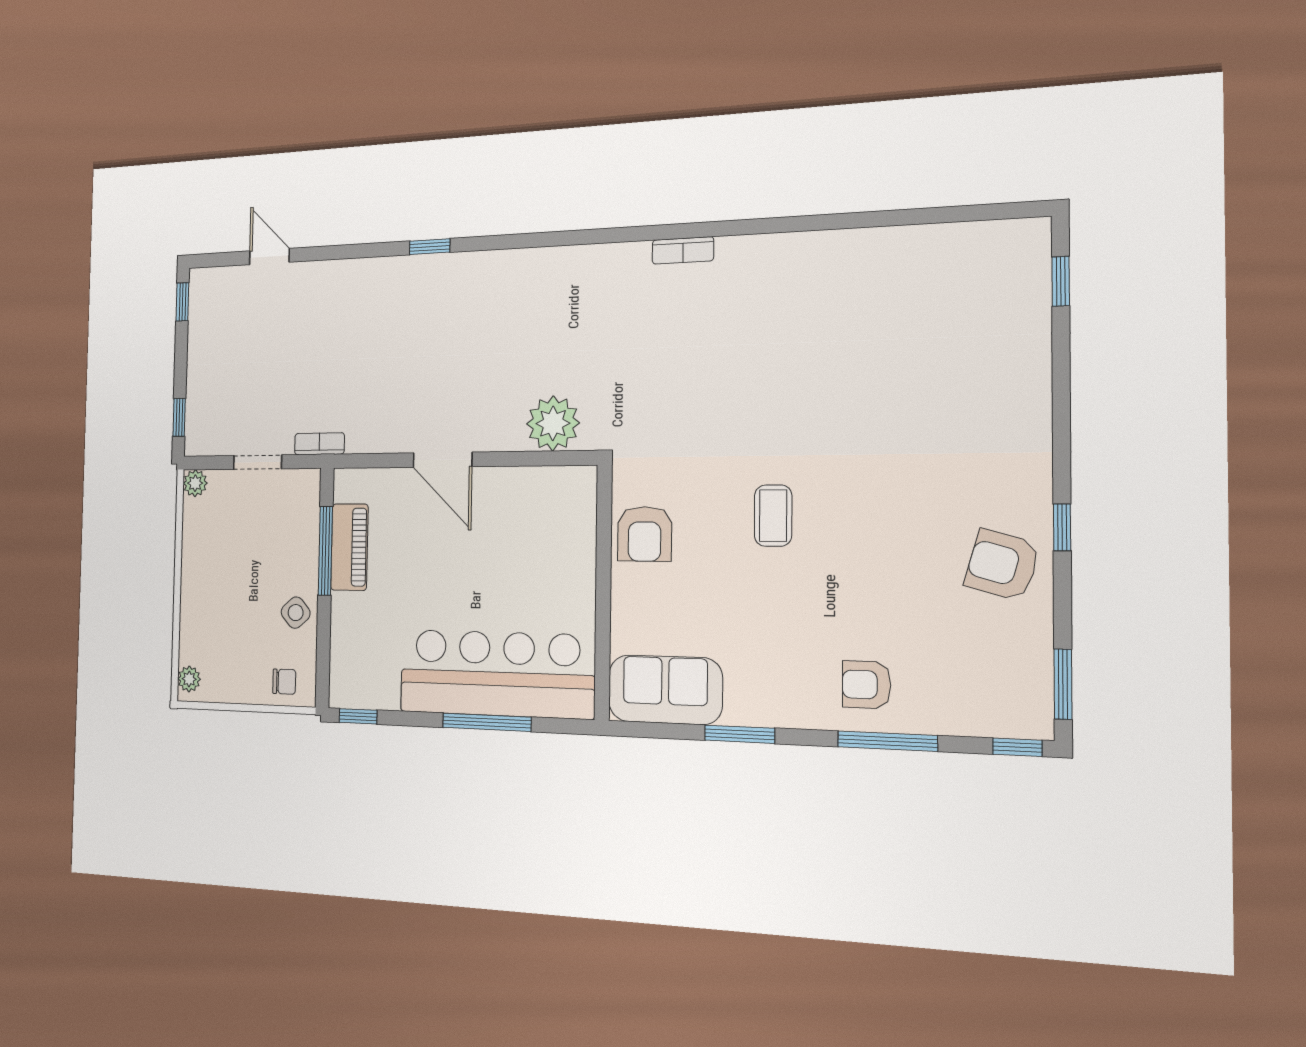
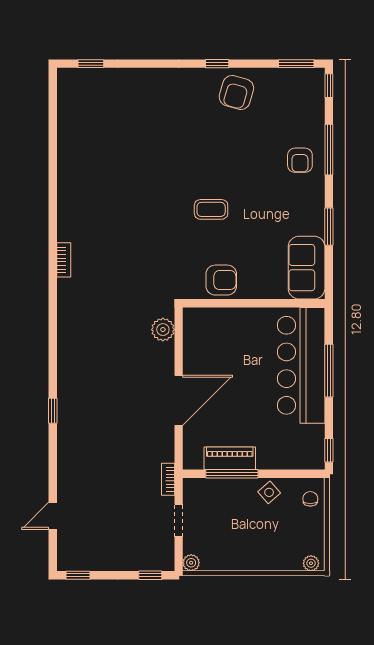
plant: (553, 423) -> (163, 330), width x0.73, depth x0.73
door: (442, 460) -> (179, 400), width x1.36

